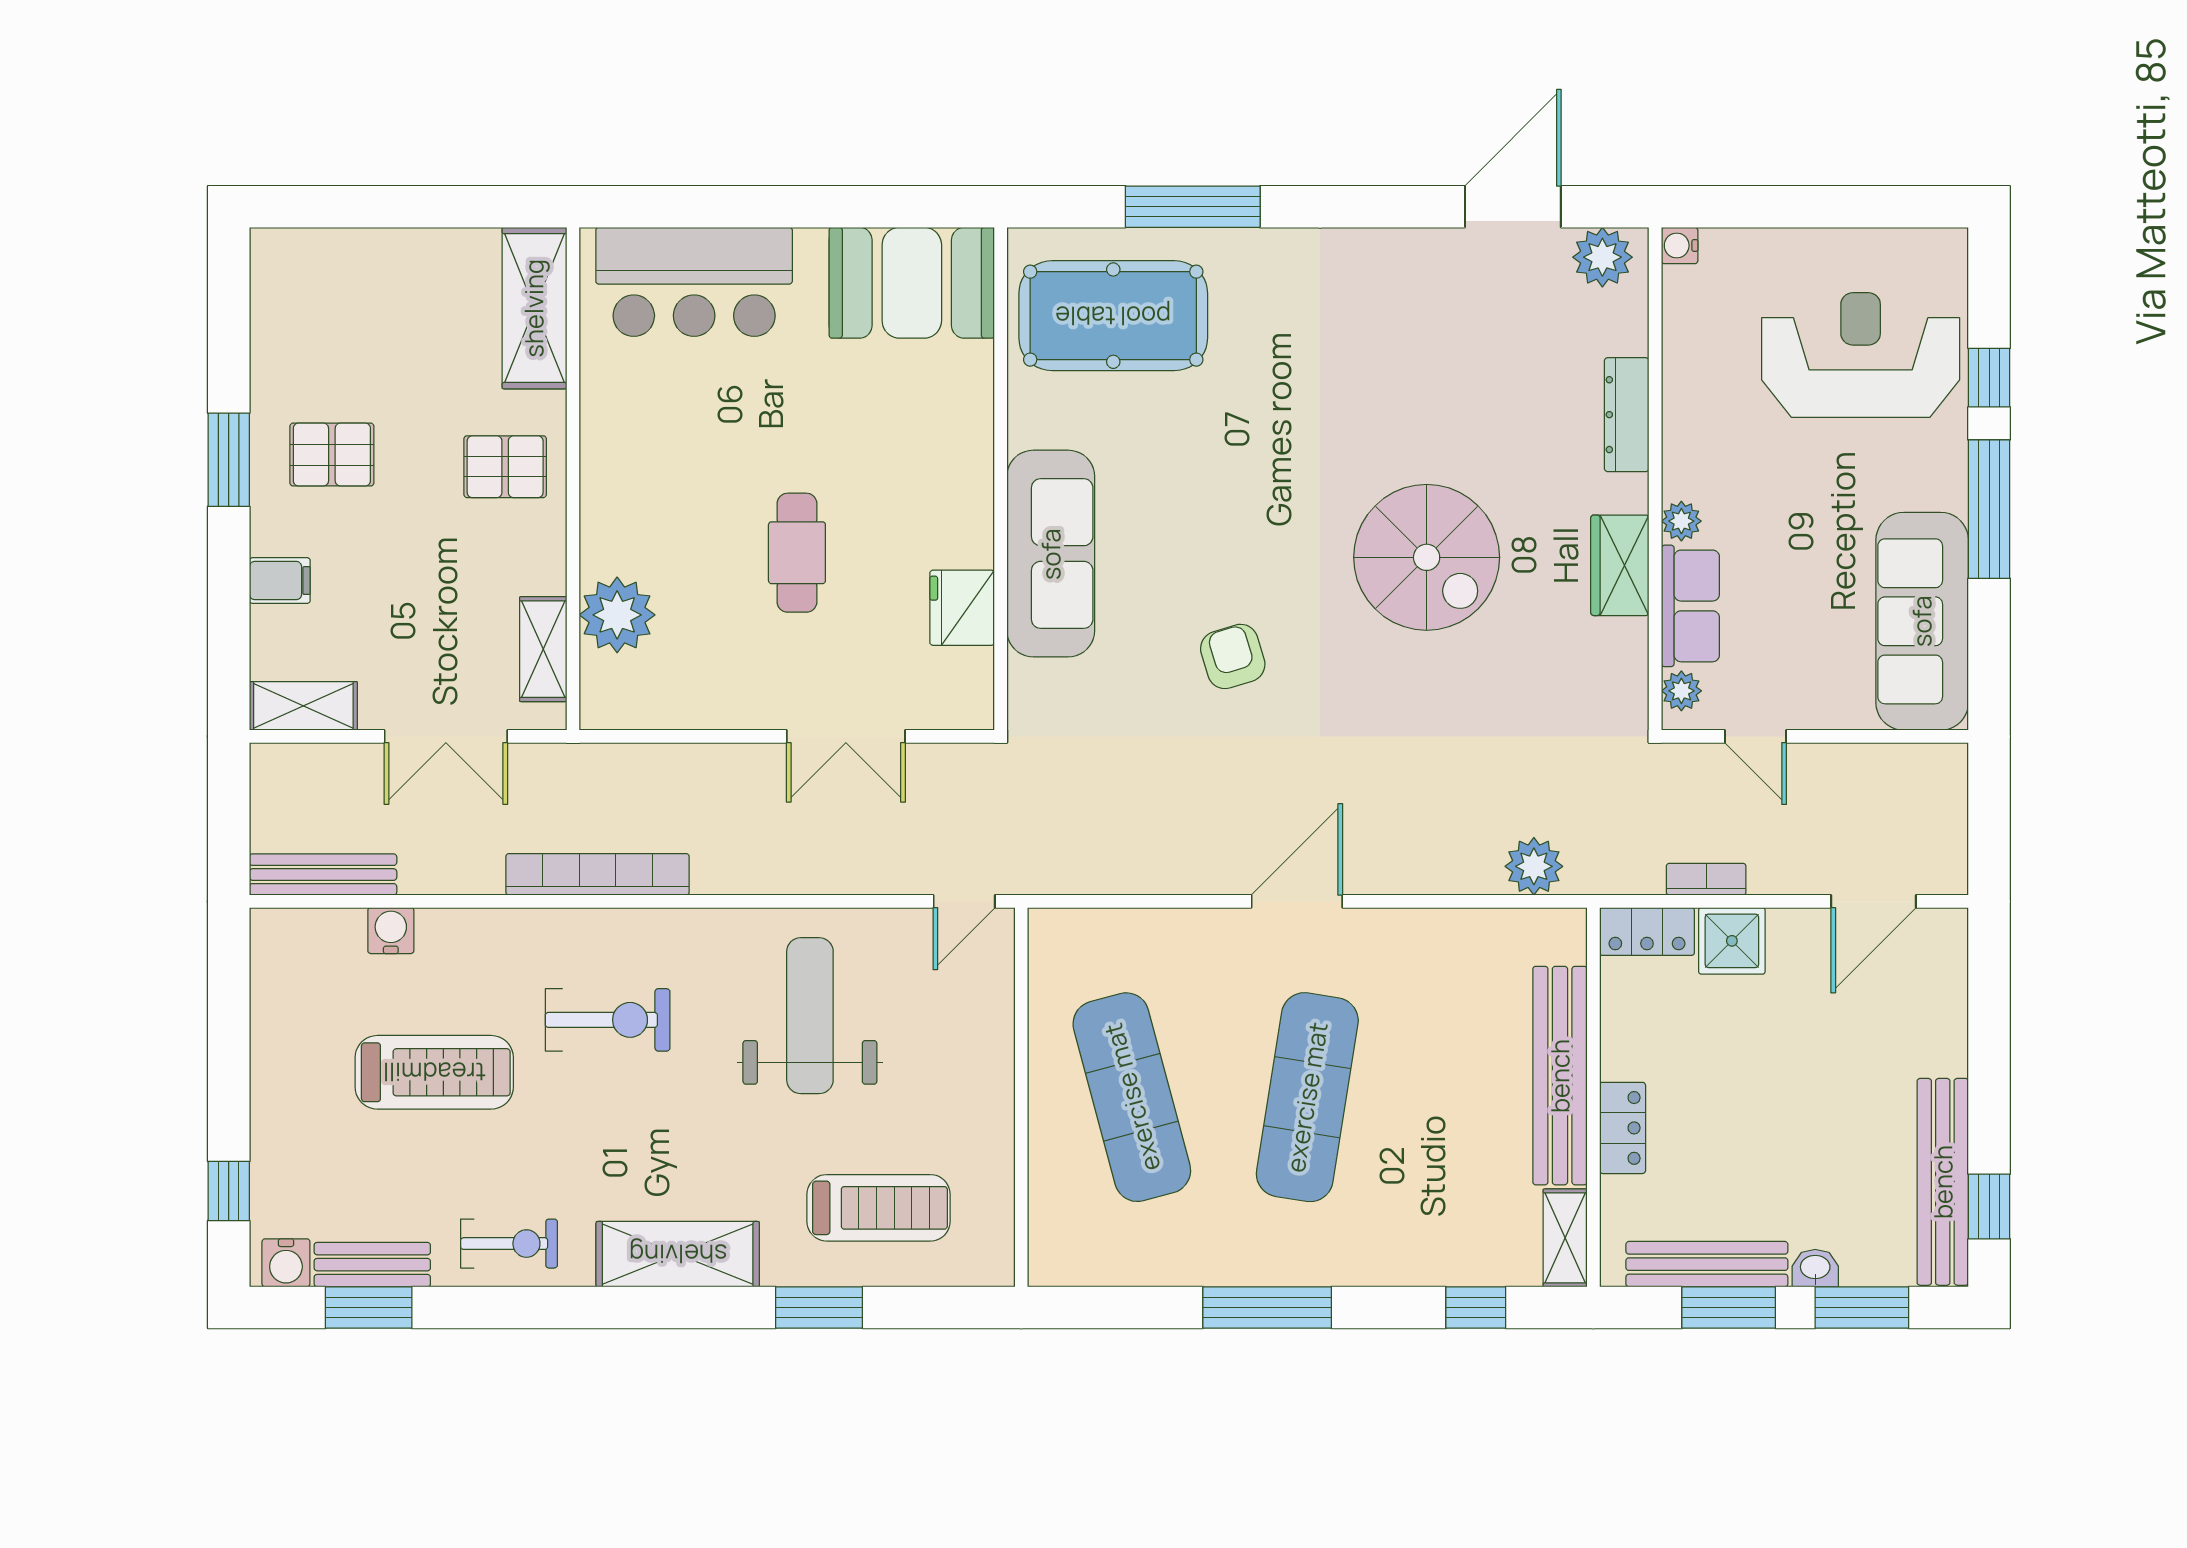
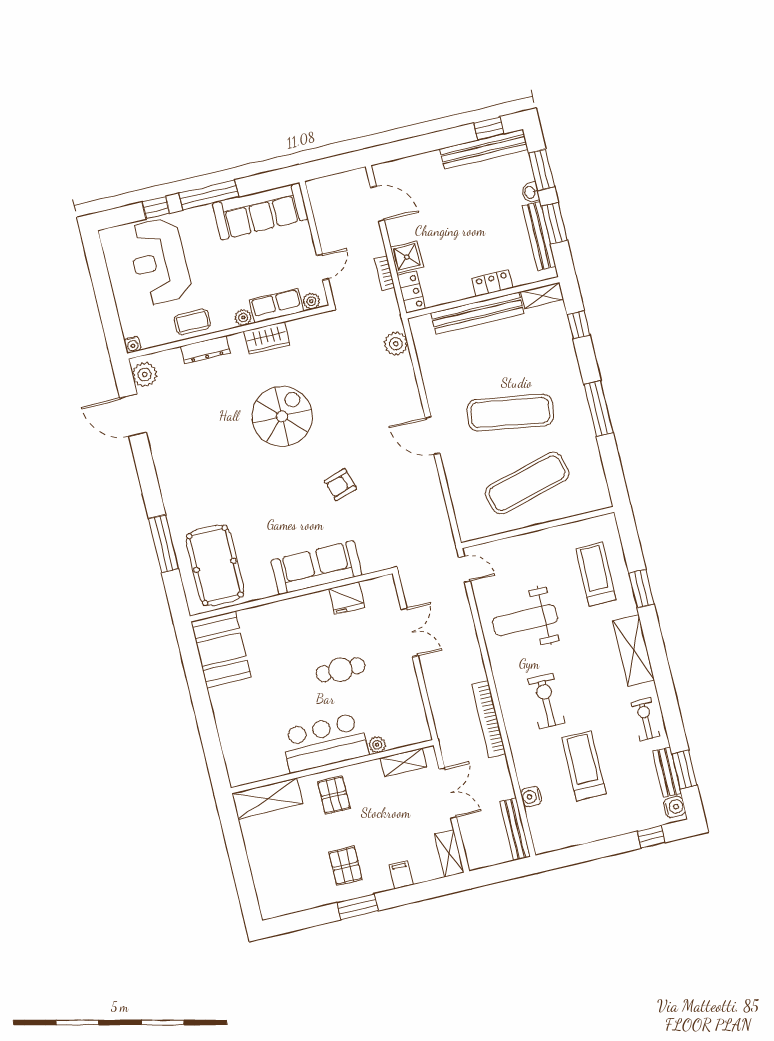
bar counter: (694, 282) -> (325, 743), moved, turned -90
coffee table: (1700, 399) -> (192, 322), added
plant: (617, 615) -> (377, 745), width x0.53, depth x0.53

